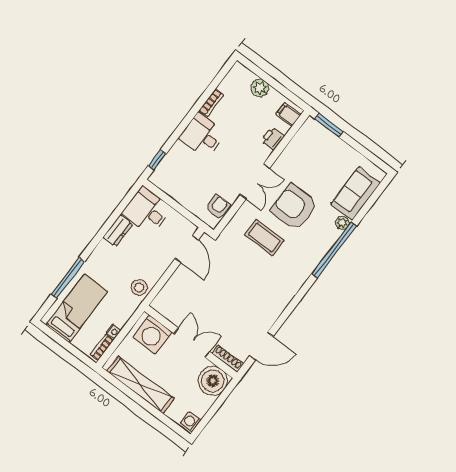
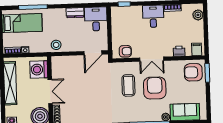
plant: (260, 88) -> (198, 15), moved
armchair: (314, 142) -> (193, 72), added

